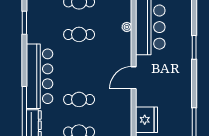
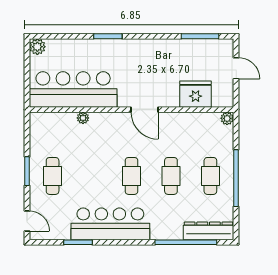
cafe table: (79, 34) -> (131, 176), moved
bar counter: (39, 76) -> (110, 224), moved

